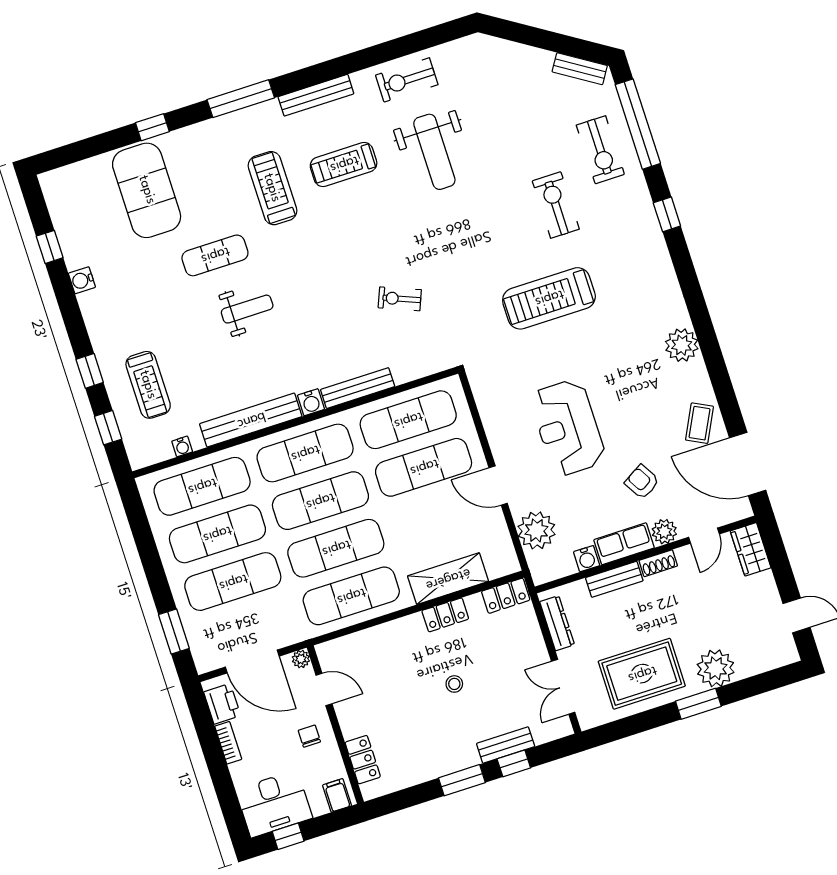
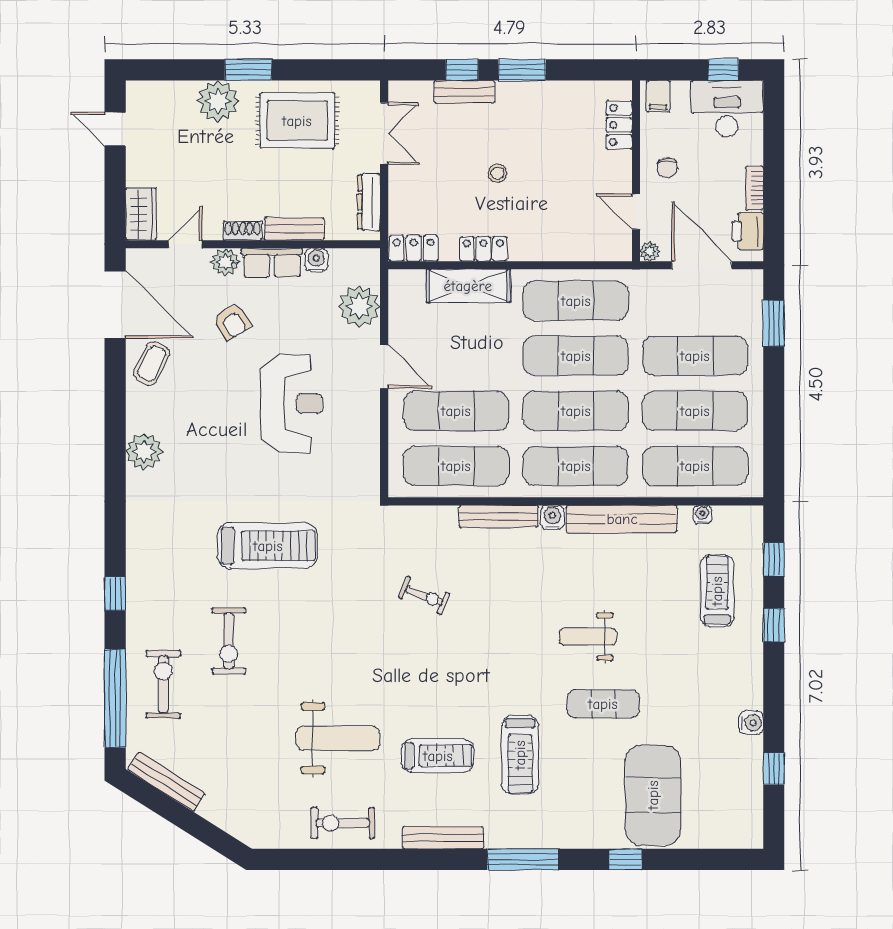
bench: (580, 69) -> (166, 782), width x1.36
exercise bike: (407, 80) -> (343, 823), turned 180
weight bench: (434, 152) -> (338, 738), turned 90

